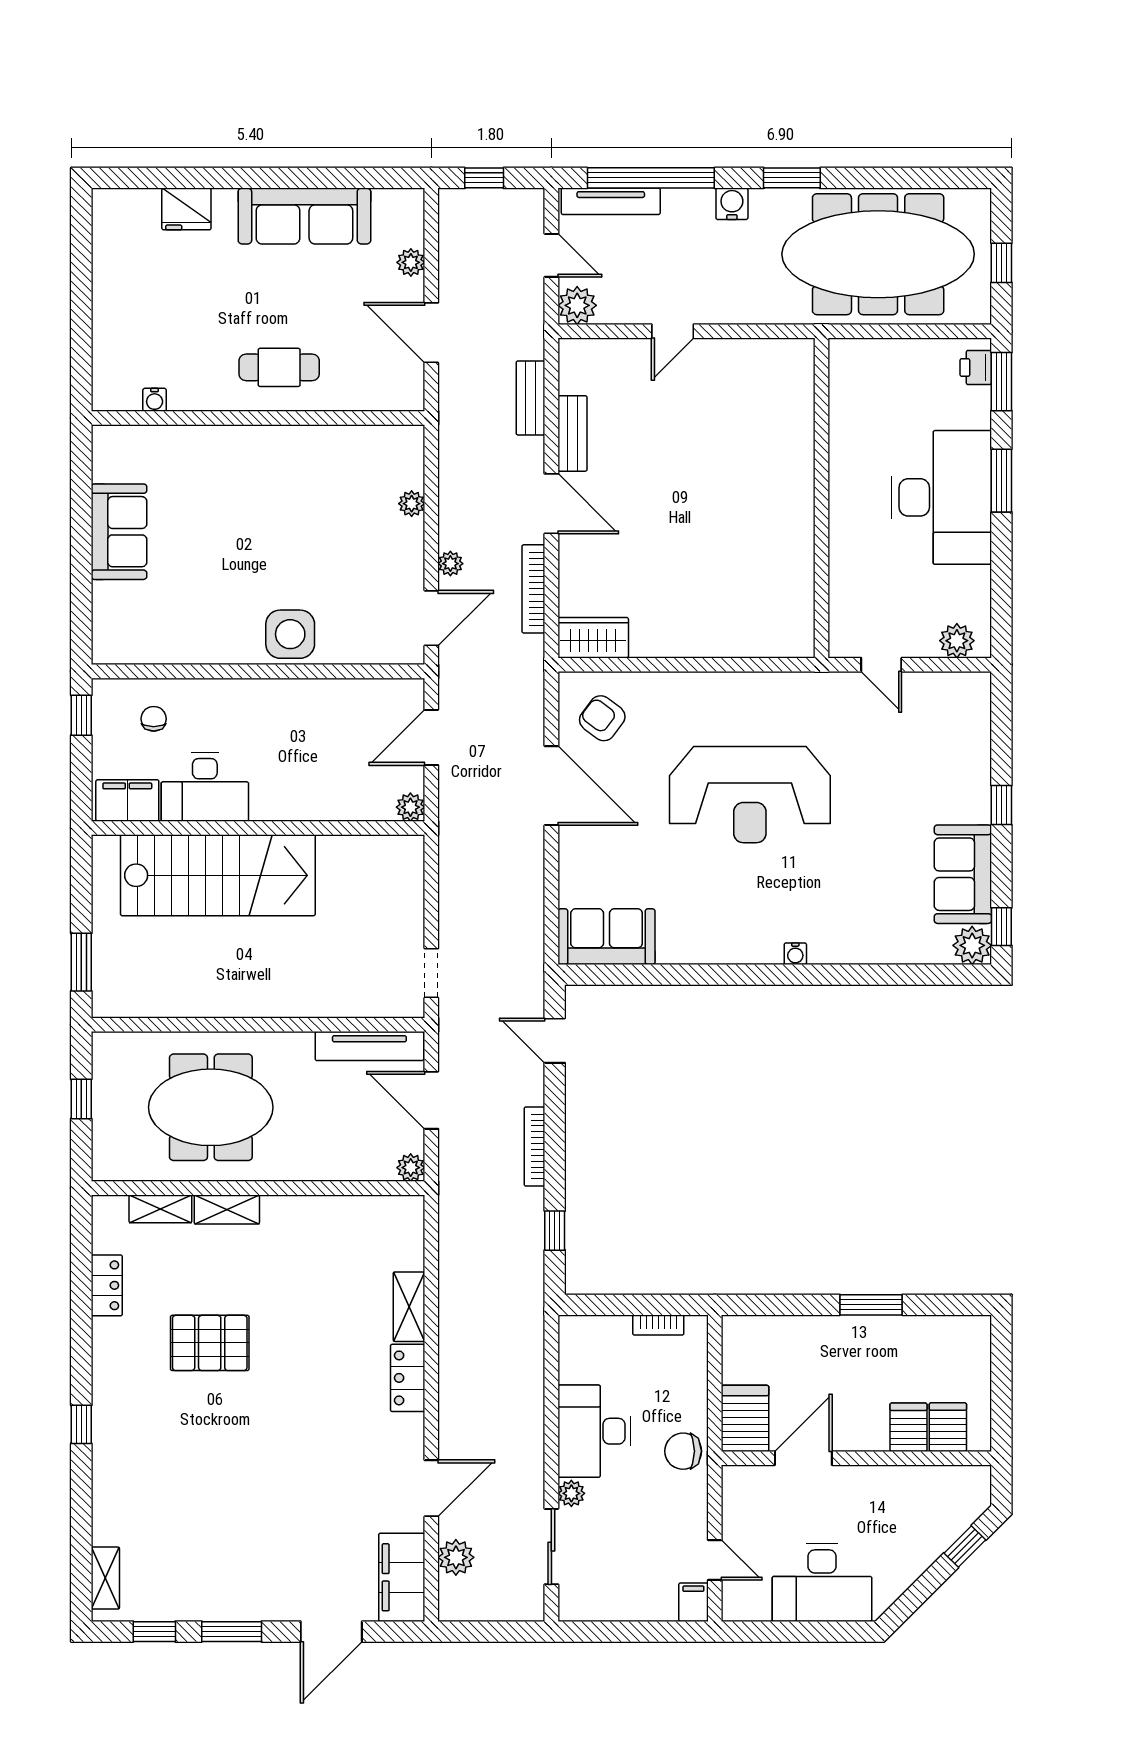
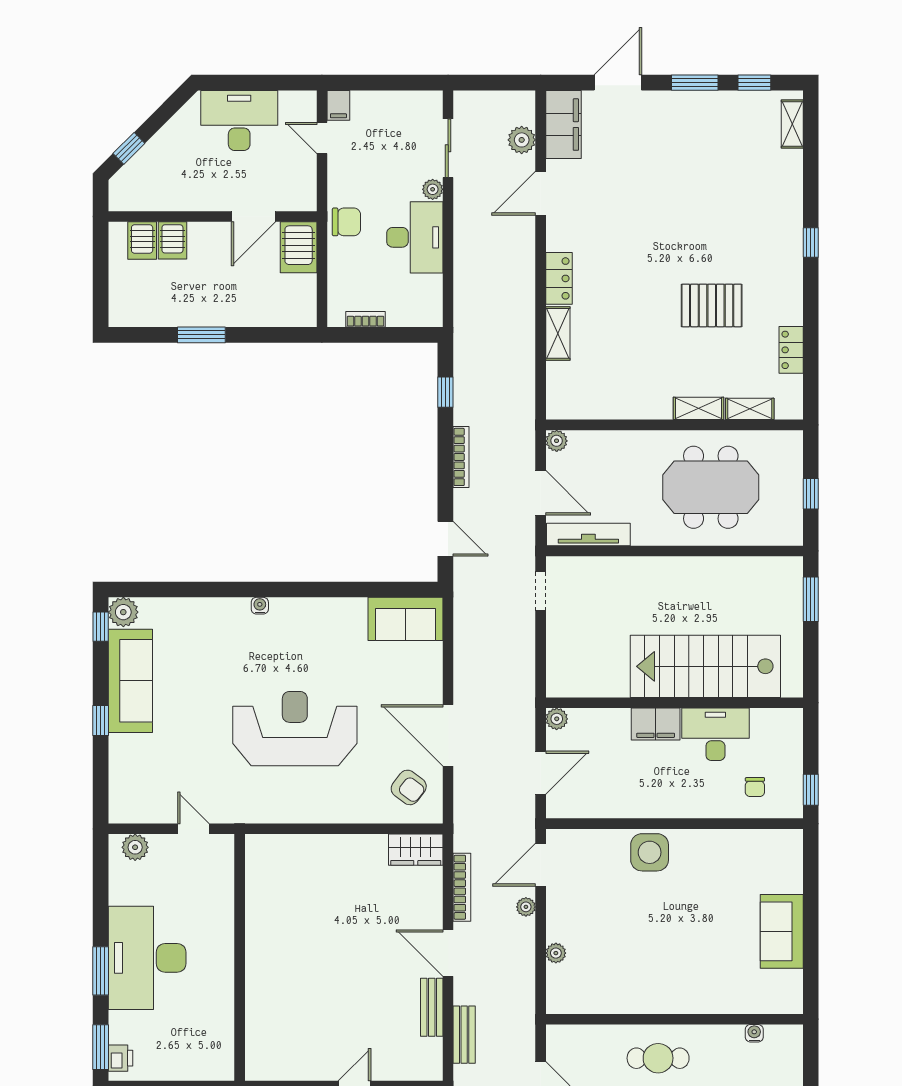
filing cabinet: (127, 801) -> (656, 724), moved
sofa: (963, 874) -> (130, 681), width x1.36

